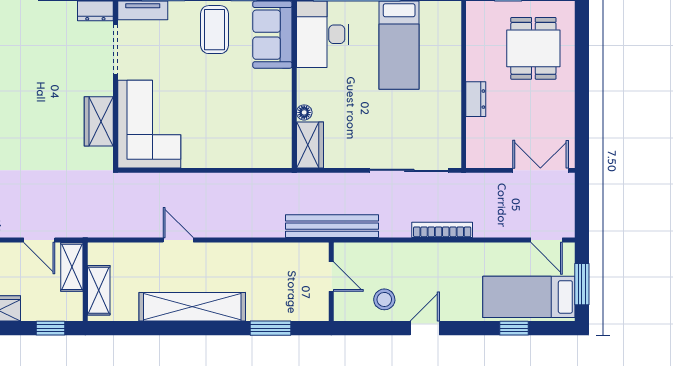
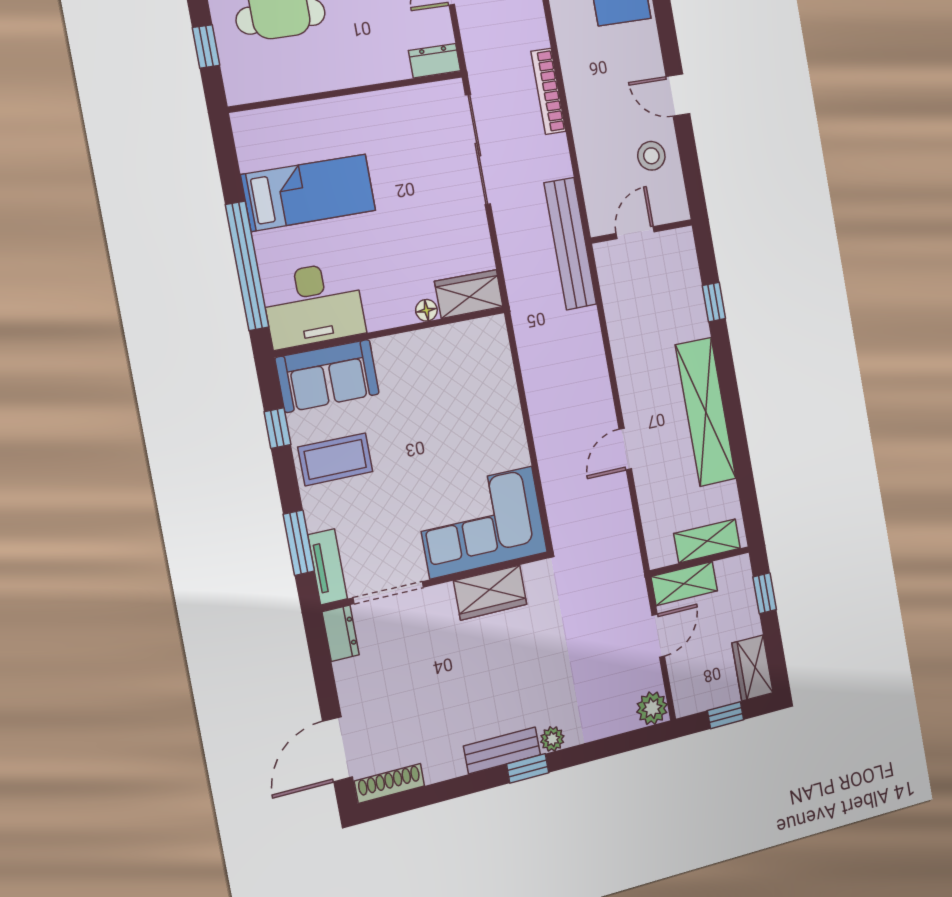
dresser: (476, 99) -> (435, 61), moved
window: (271, 328) -> (714, 302), width x0.67

